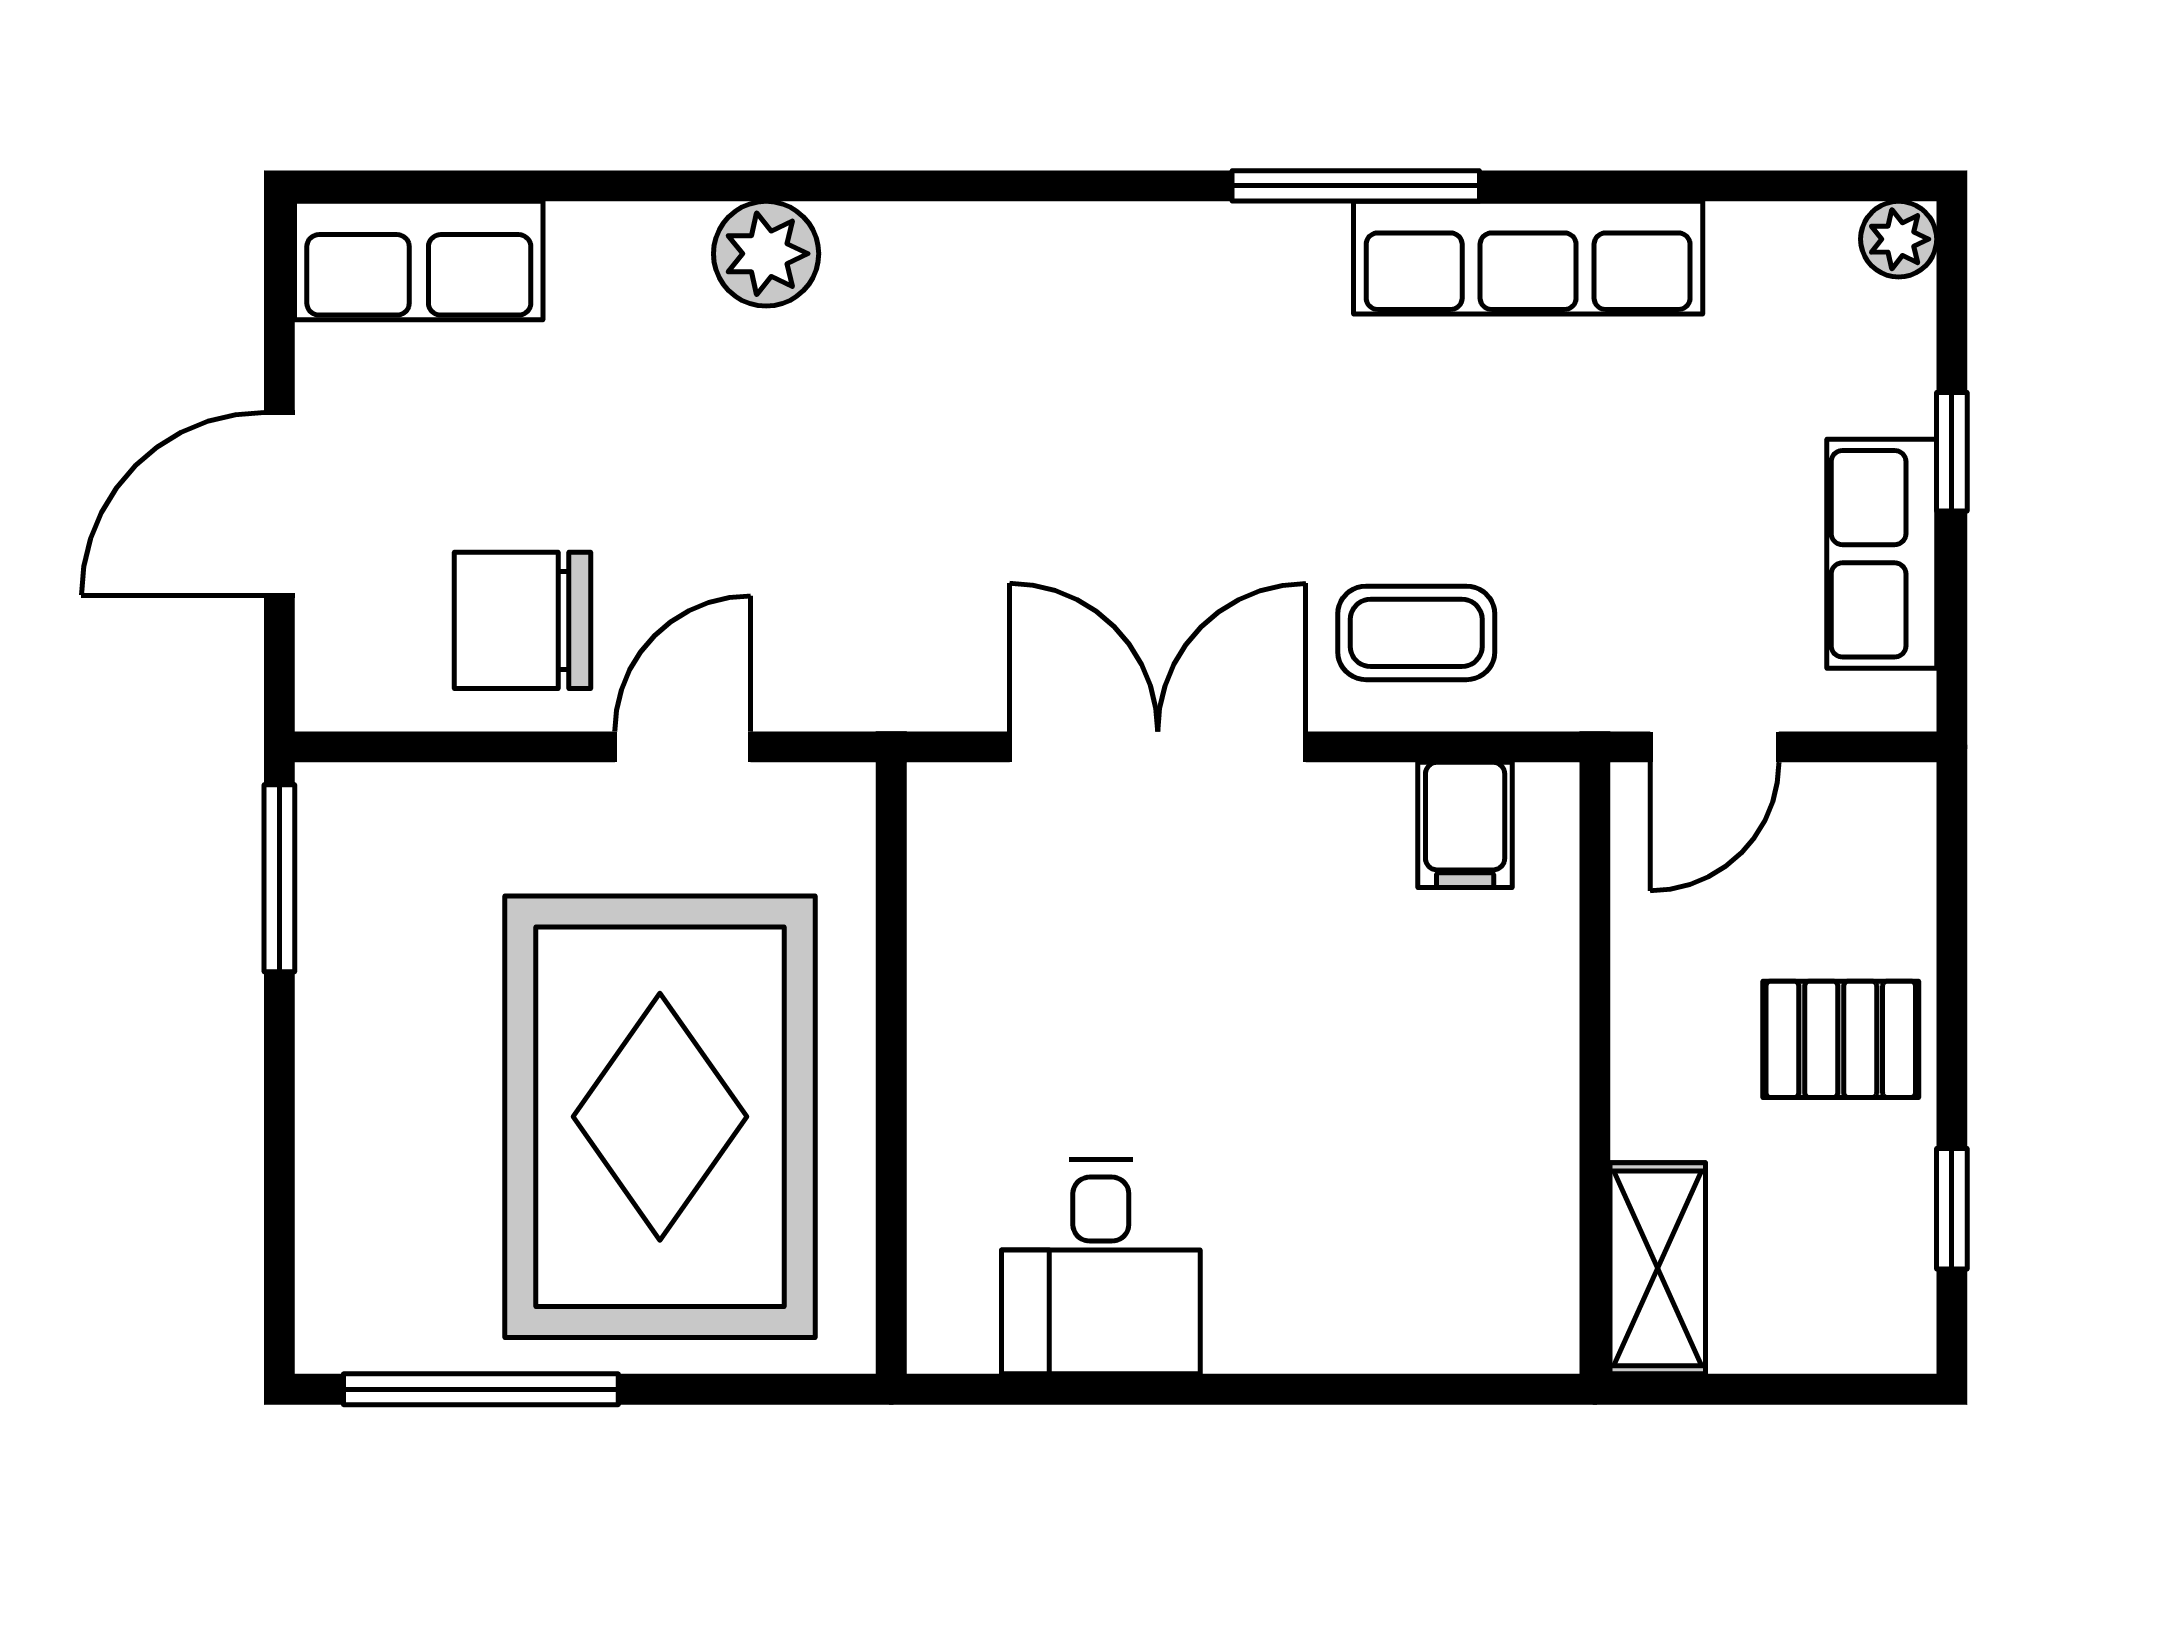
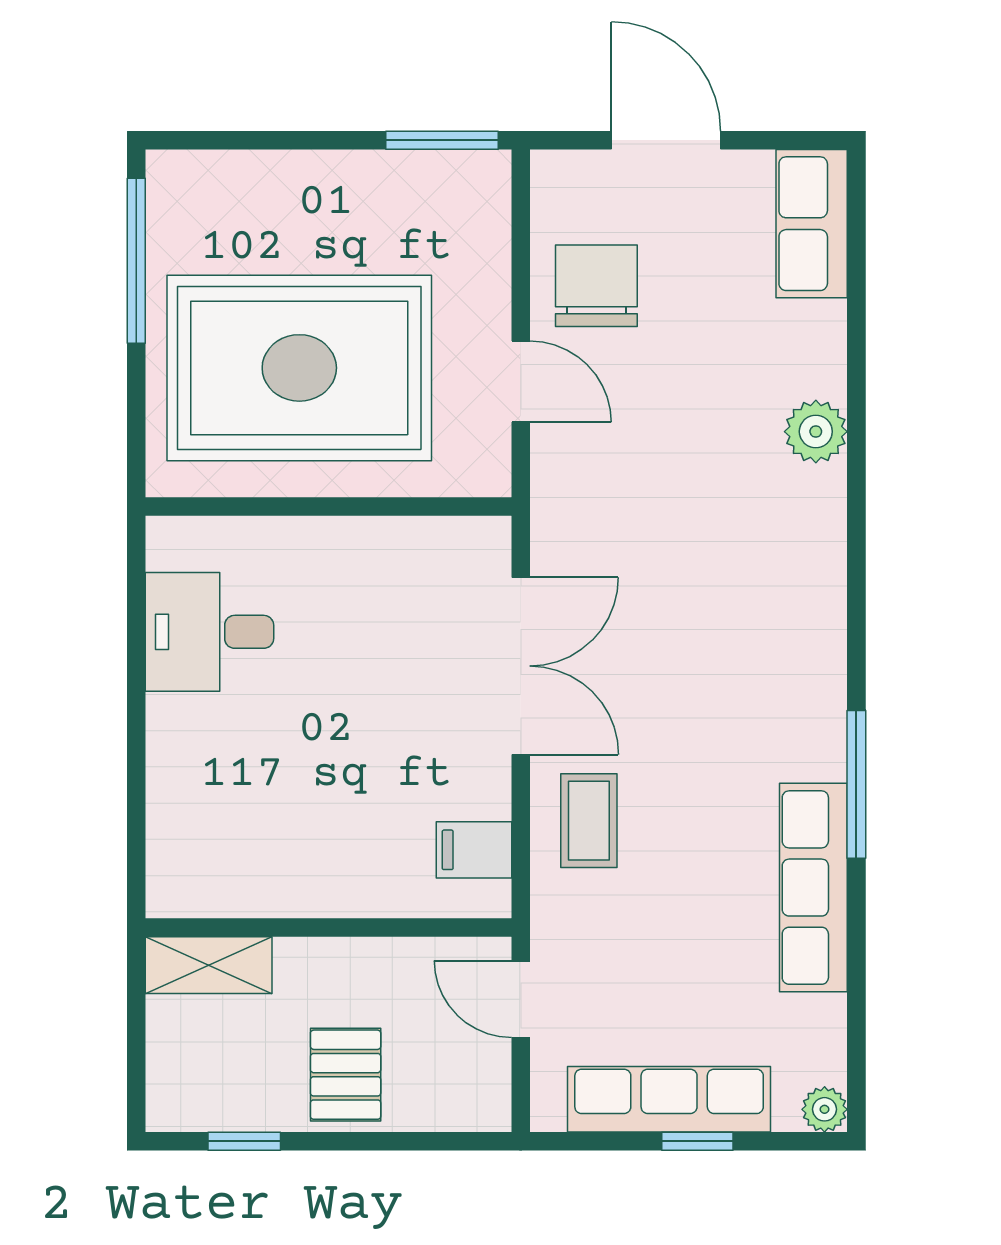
row of seats: (1882, 554) -> (669, 1099), width x1.48

